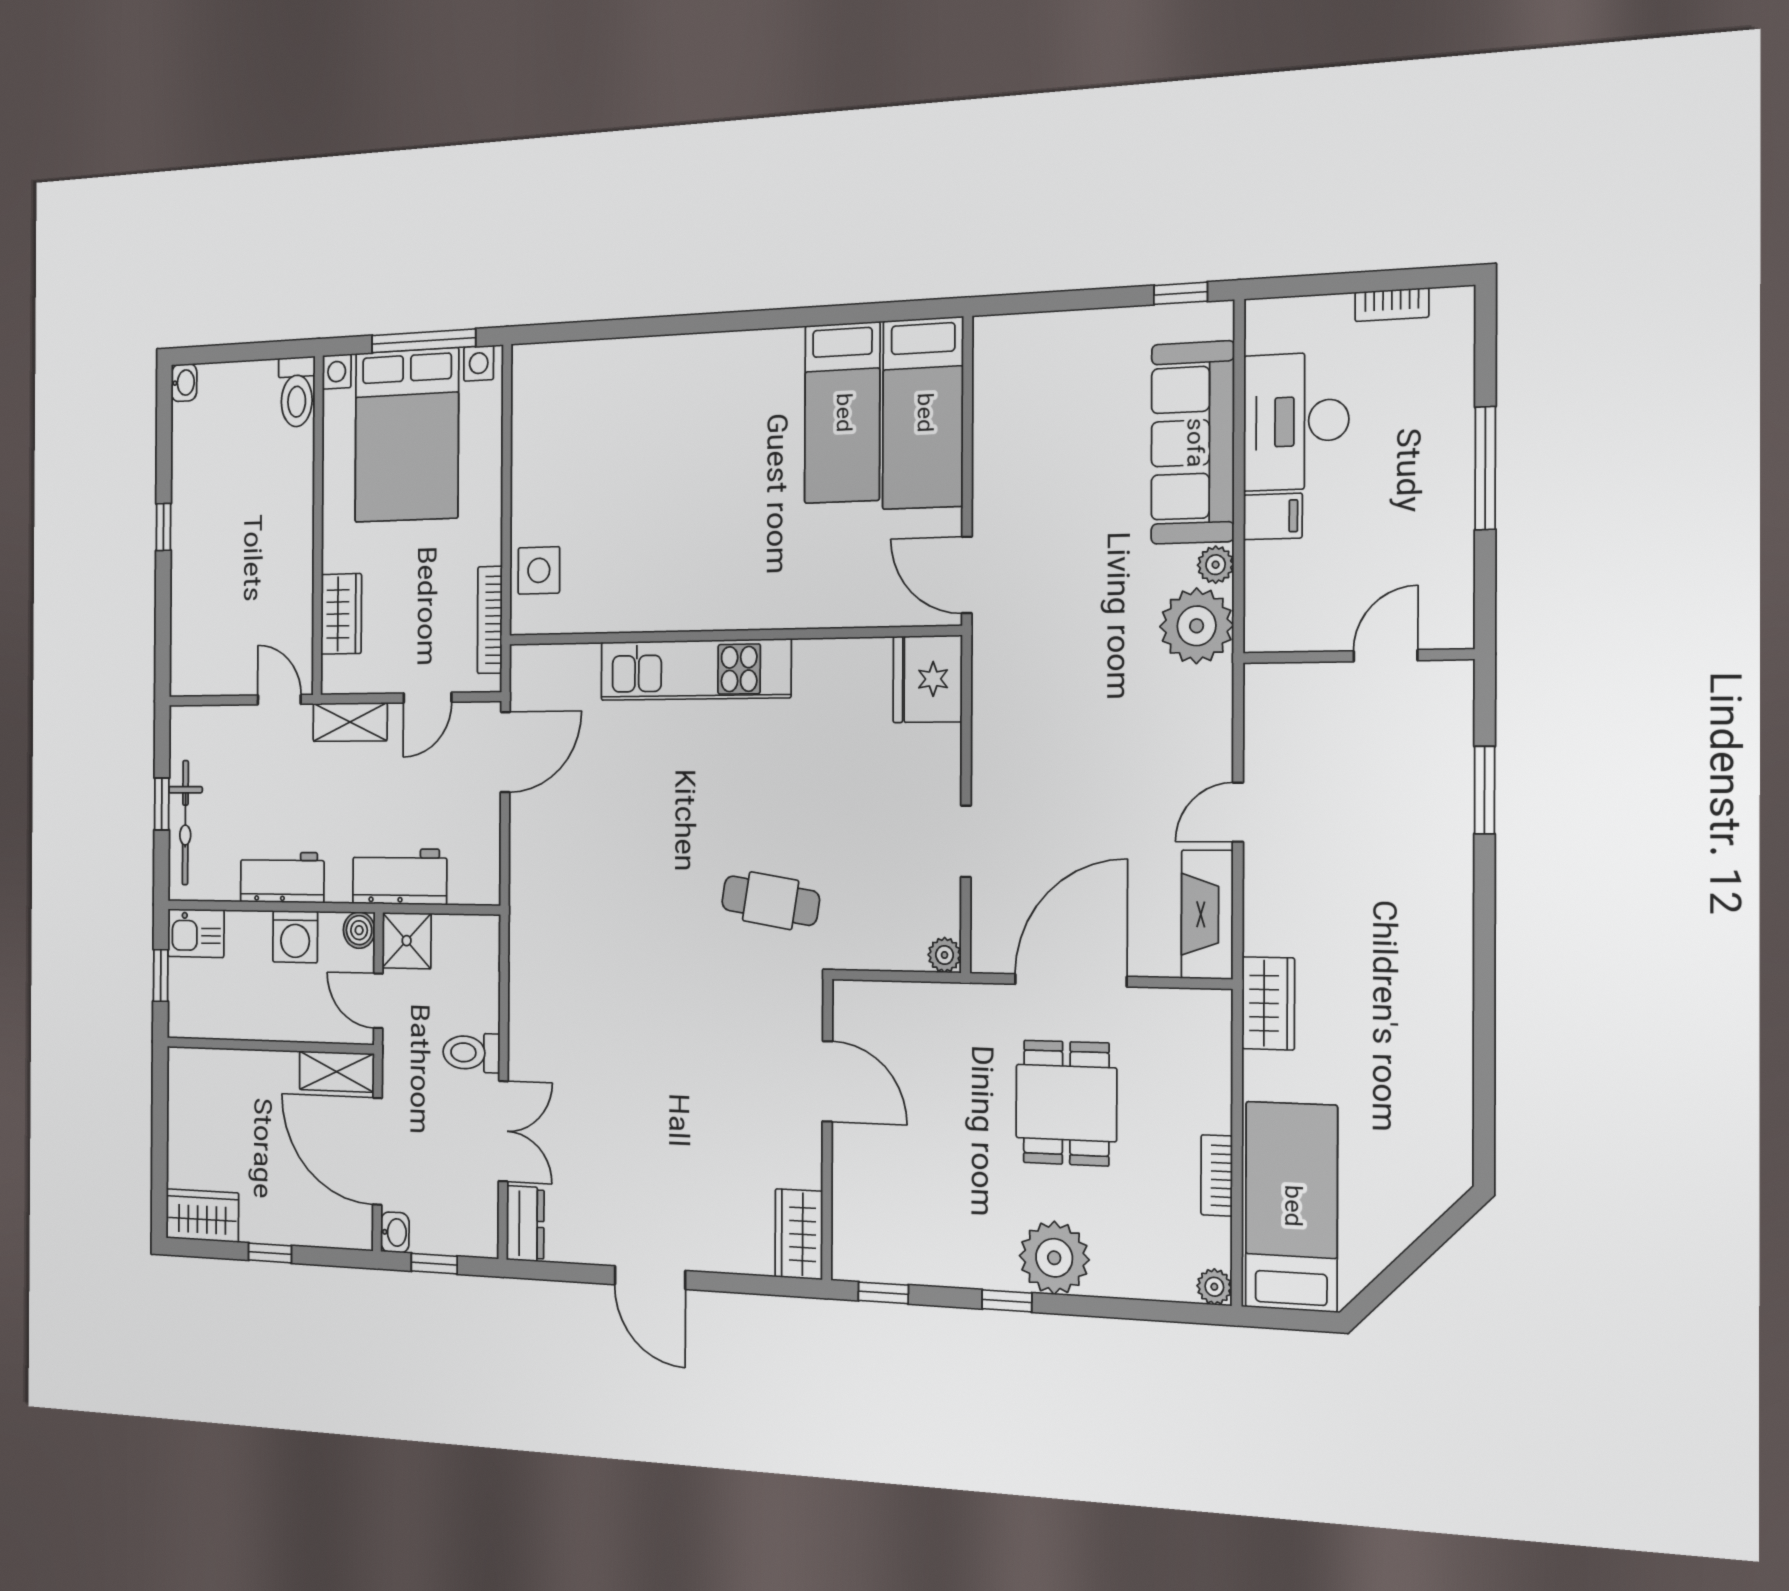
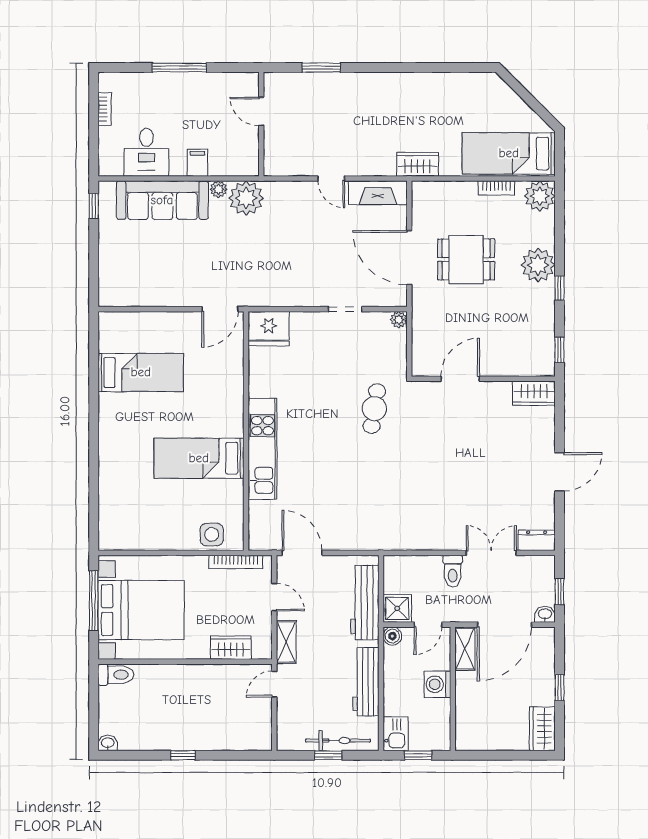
bed: (923, 413) -> (199, 458), moved, turned 180
desk: (1296, 421) -> (146, 152), width x0.73
workbench: (400, 876) -> (365, 602), width x1.38
workbench: (282, 877) -> (366, 682), width x1.38
washing machine: (295, 937) -> (437, 684), moved, turned 180
plant: (1214, 1287) -> (540, 196), width x1.88, depth x1.88

